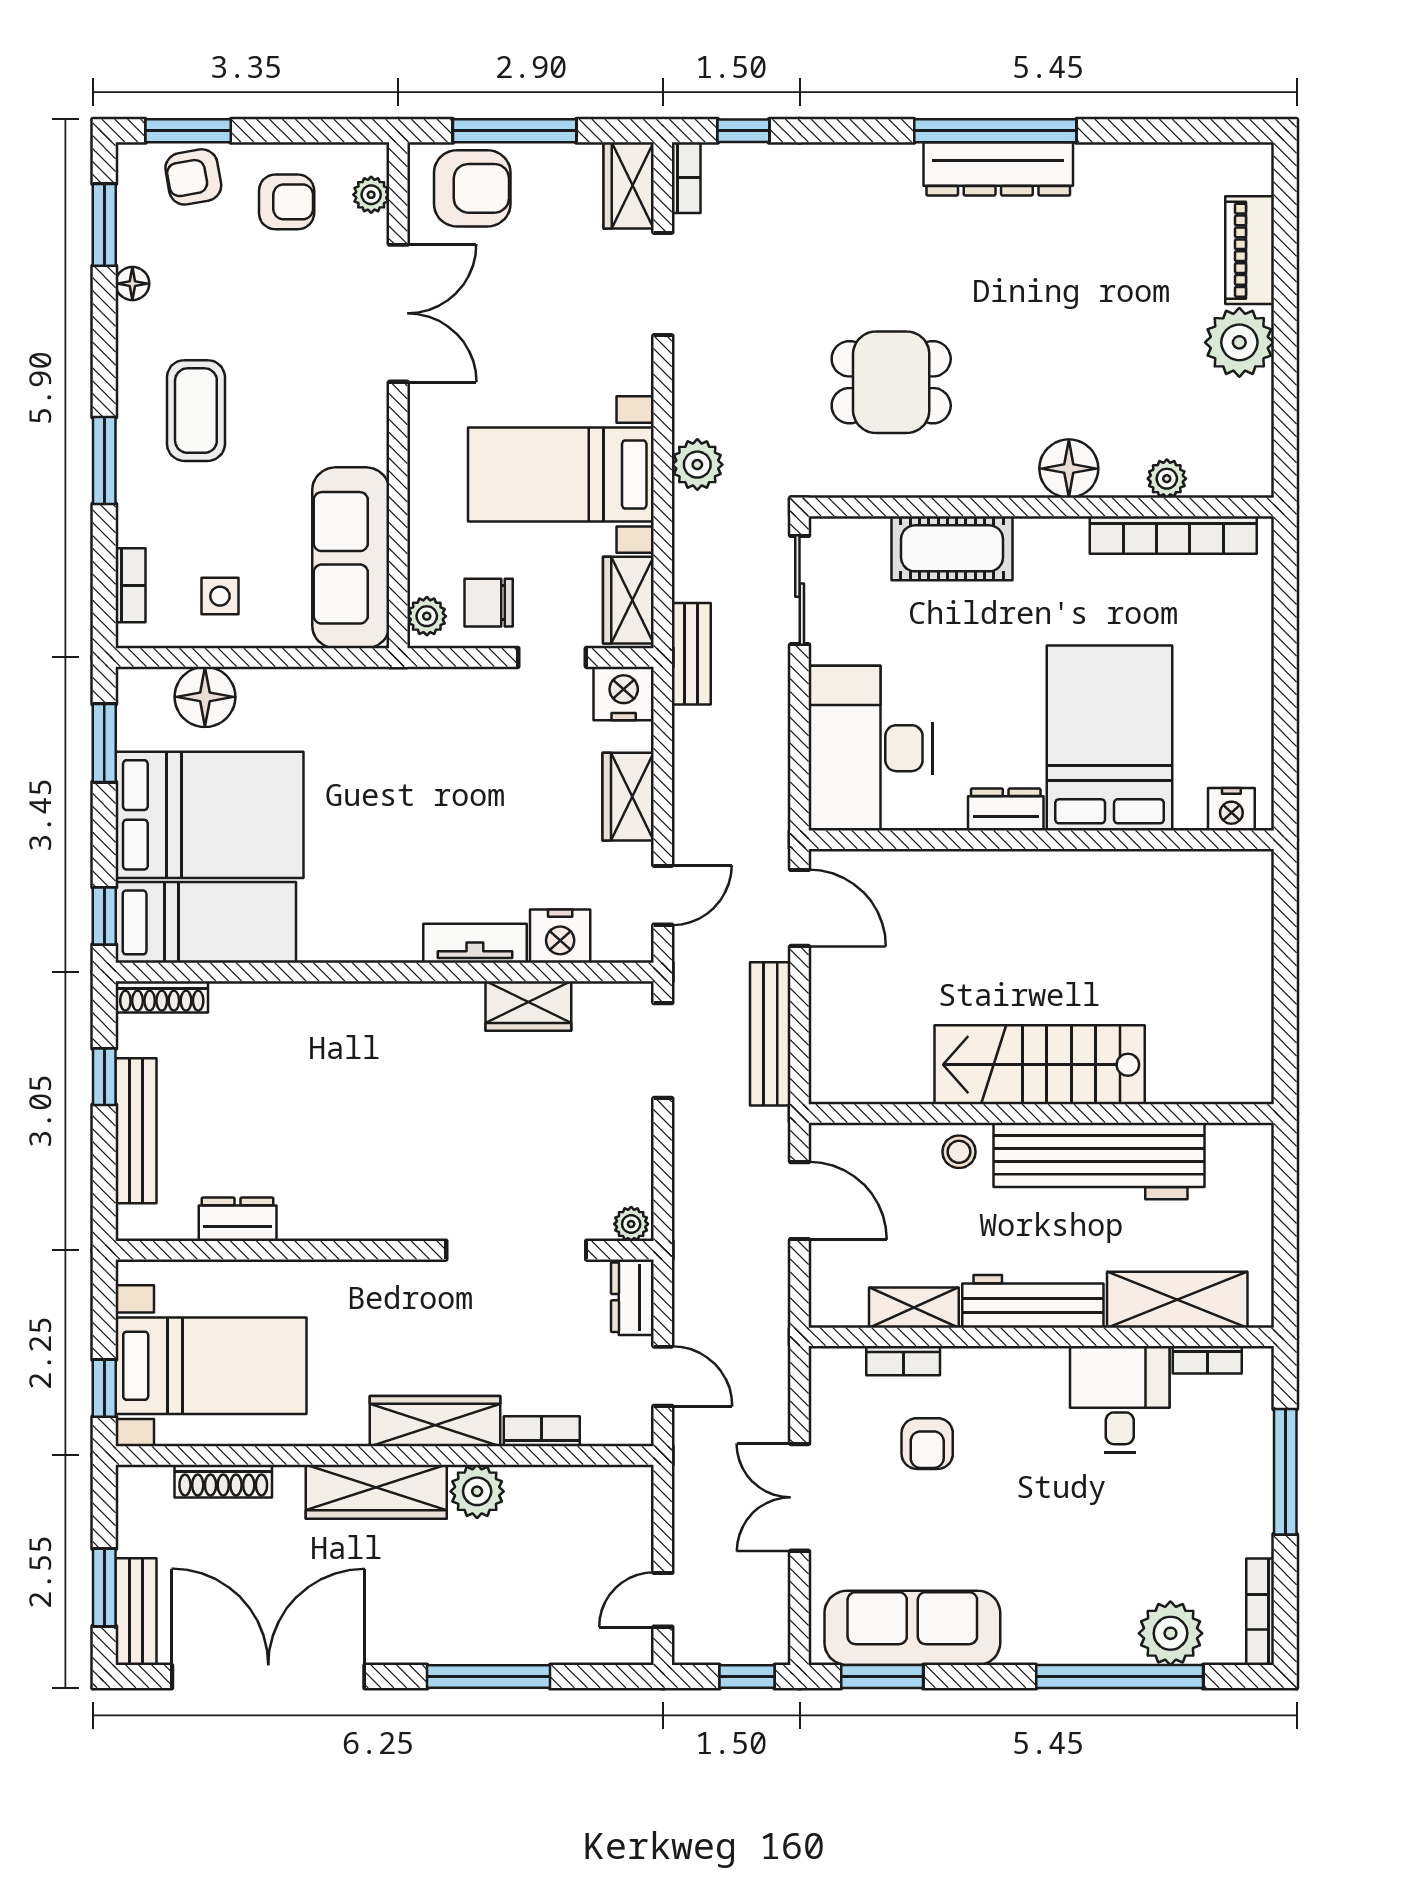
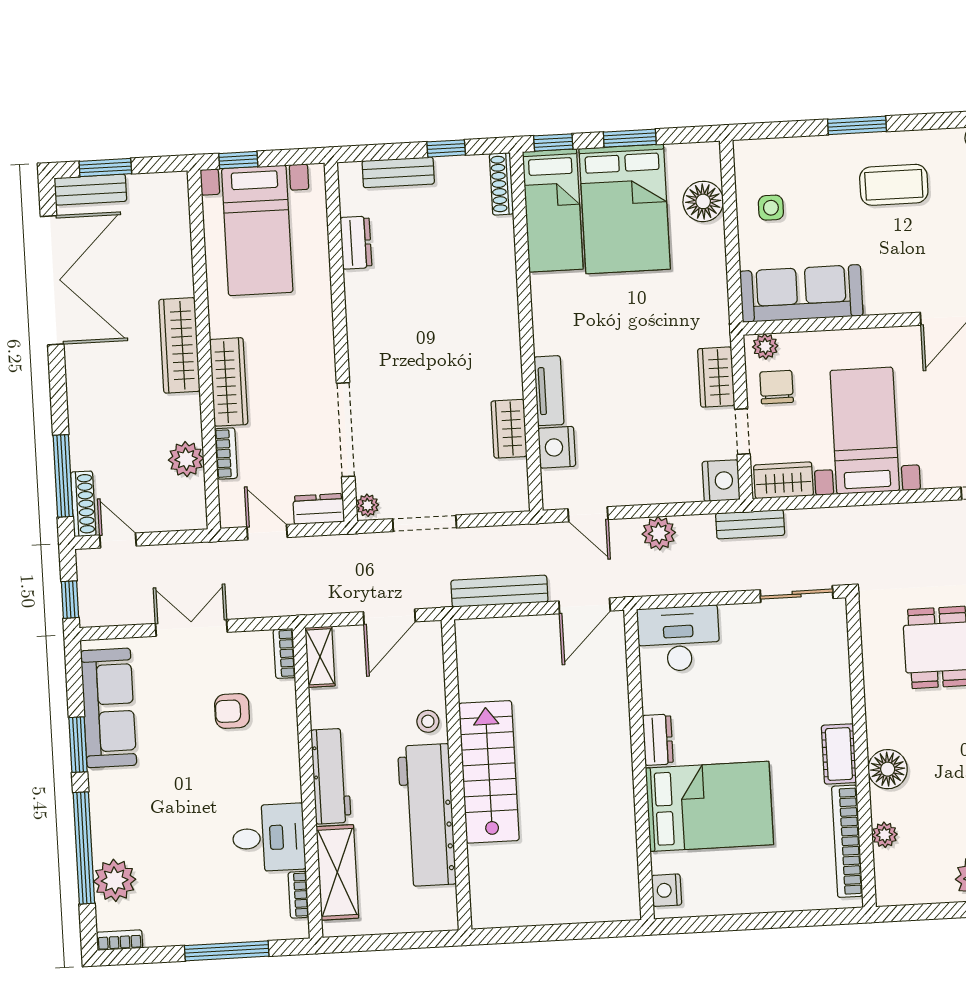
plant: (697, 465) -> (659, 533), moved
cot: (952, 548) -> (839, 754), moved, width x0.73, depth x0.75
bookcase: (130, 585) -> (775, 148), removed
window: (104, 743) -> (630, 138), moved
desk: (871, 748) -> (679, 639), width x0.73, depth x0.77
wardrobe: (628, 797) -> (716, 377), moved, turned -90
doorway: (663, 1051) -> (425, 523), moved
bench: (136, 1131) -> (398, 172), width x0.73
shelving: (914, 1308) -> (320, 657), moved
bookcase: (903, 1361) -> (284, 653), moved
door: (663, 1376) -> (267, 532), swing flipped
shoe rack: (223, 1481) -> (83, 504), moved, turned 180
plant: (477, 1491) -> (186, 459), moved
bookcase: (1260, 1612) -> (119, 940), width x0.64
window: (489, 1677) -> (63, 476), moved
window: (882, 1677) -> (78, 745), moved

